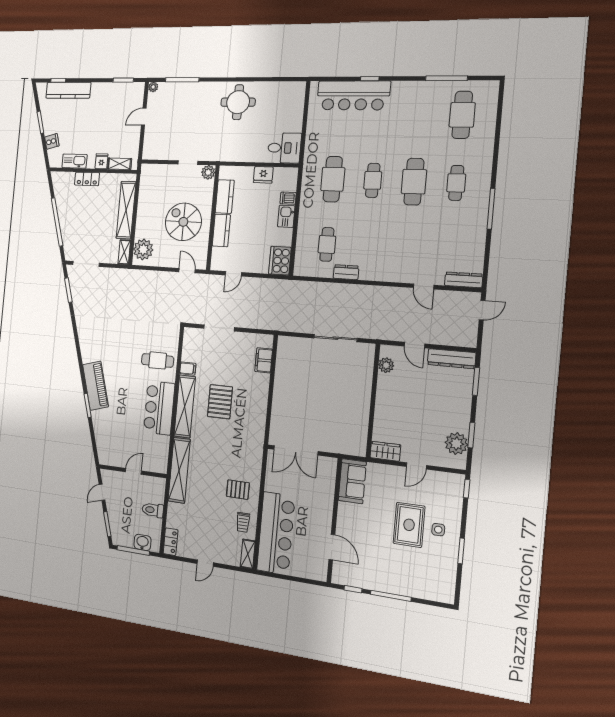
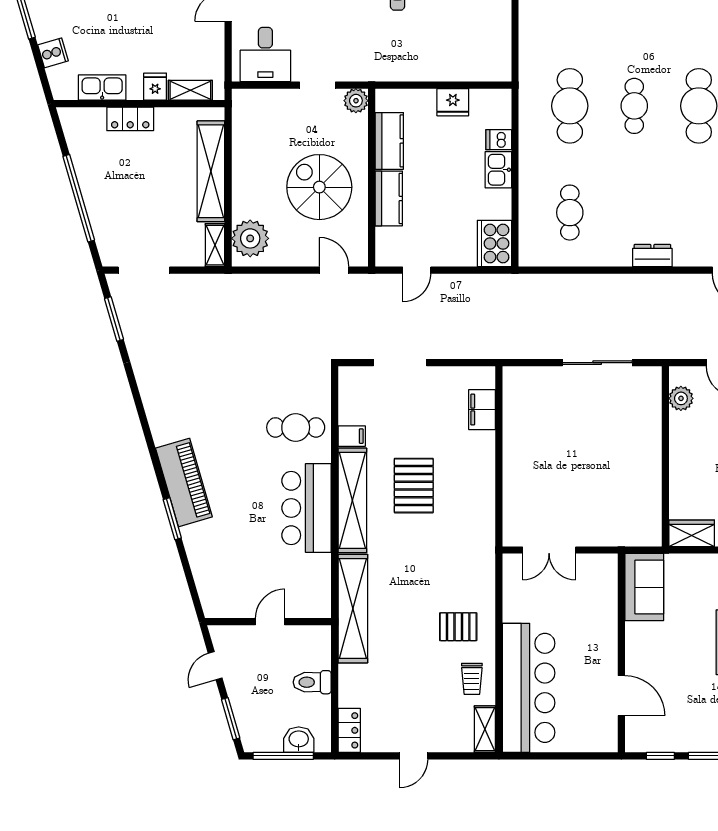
desk: (284, 148) -> (265, 54), moved, turned 90
dresser: (346, 272) -> (652, 256), moved
double door: (296, 450) -> (549, 550), width x0.73

